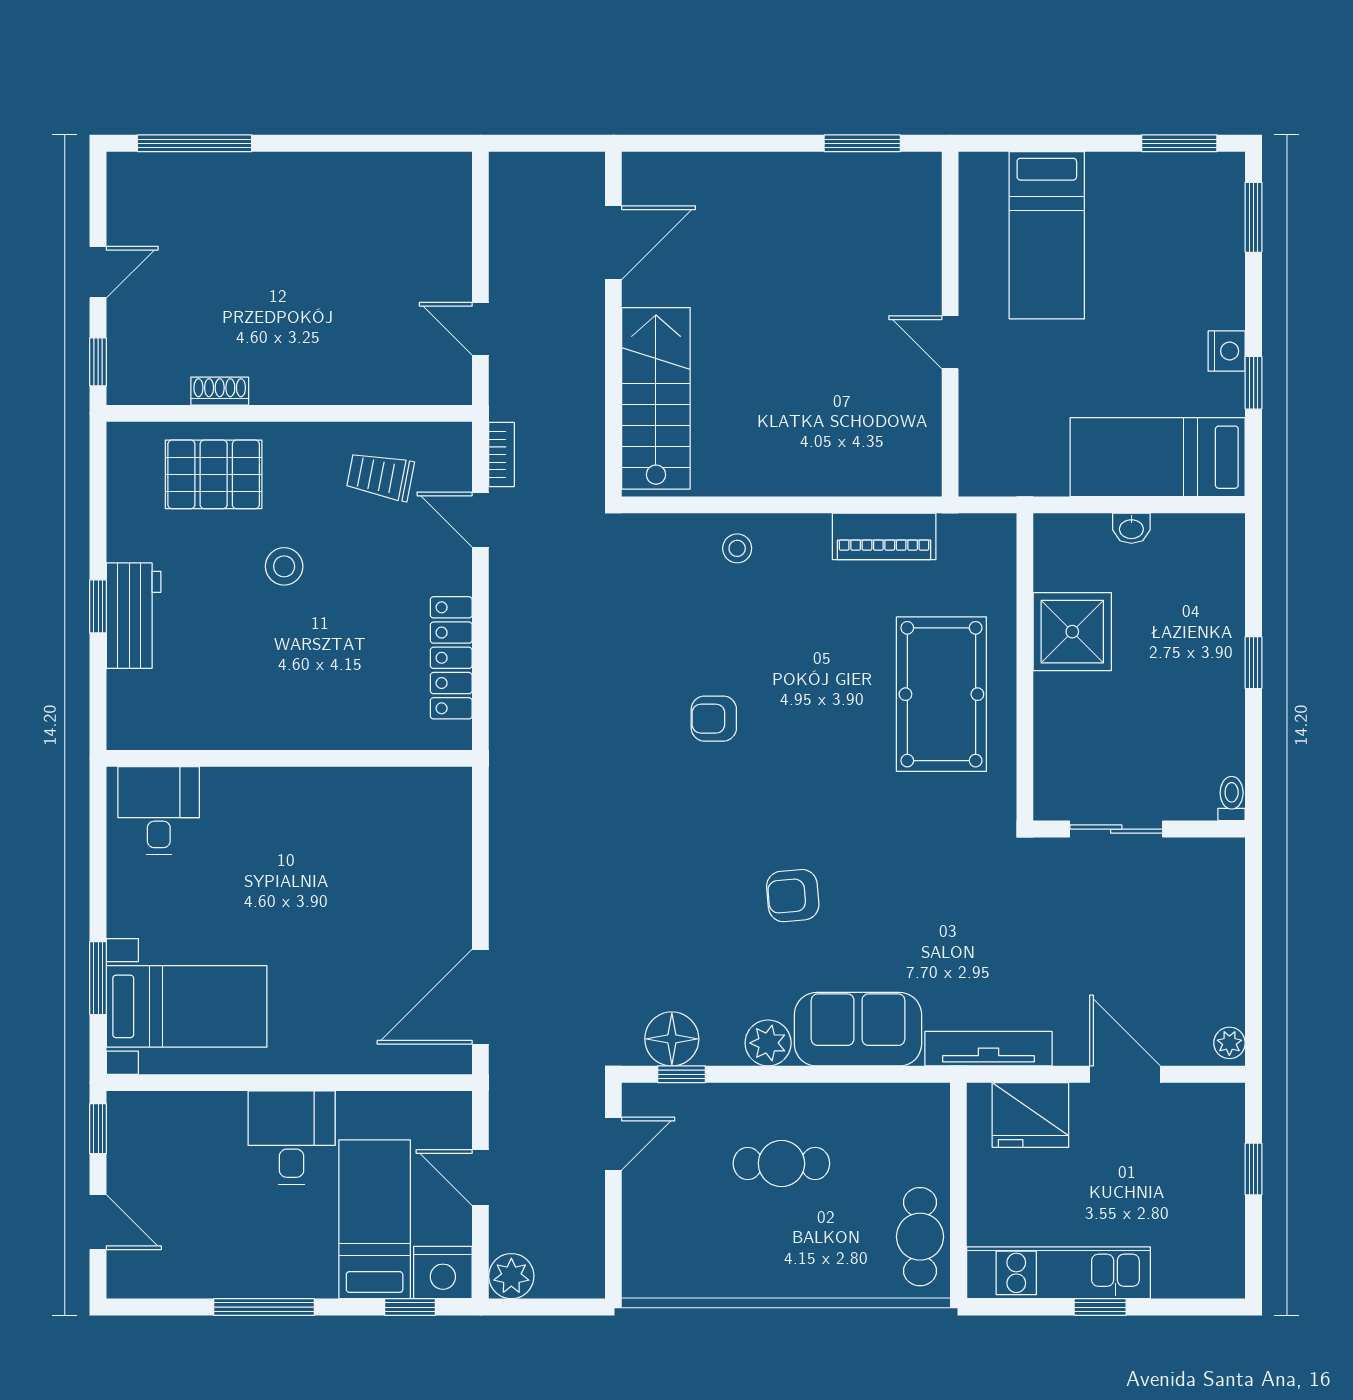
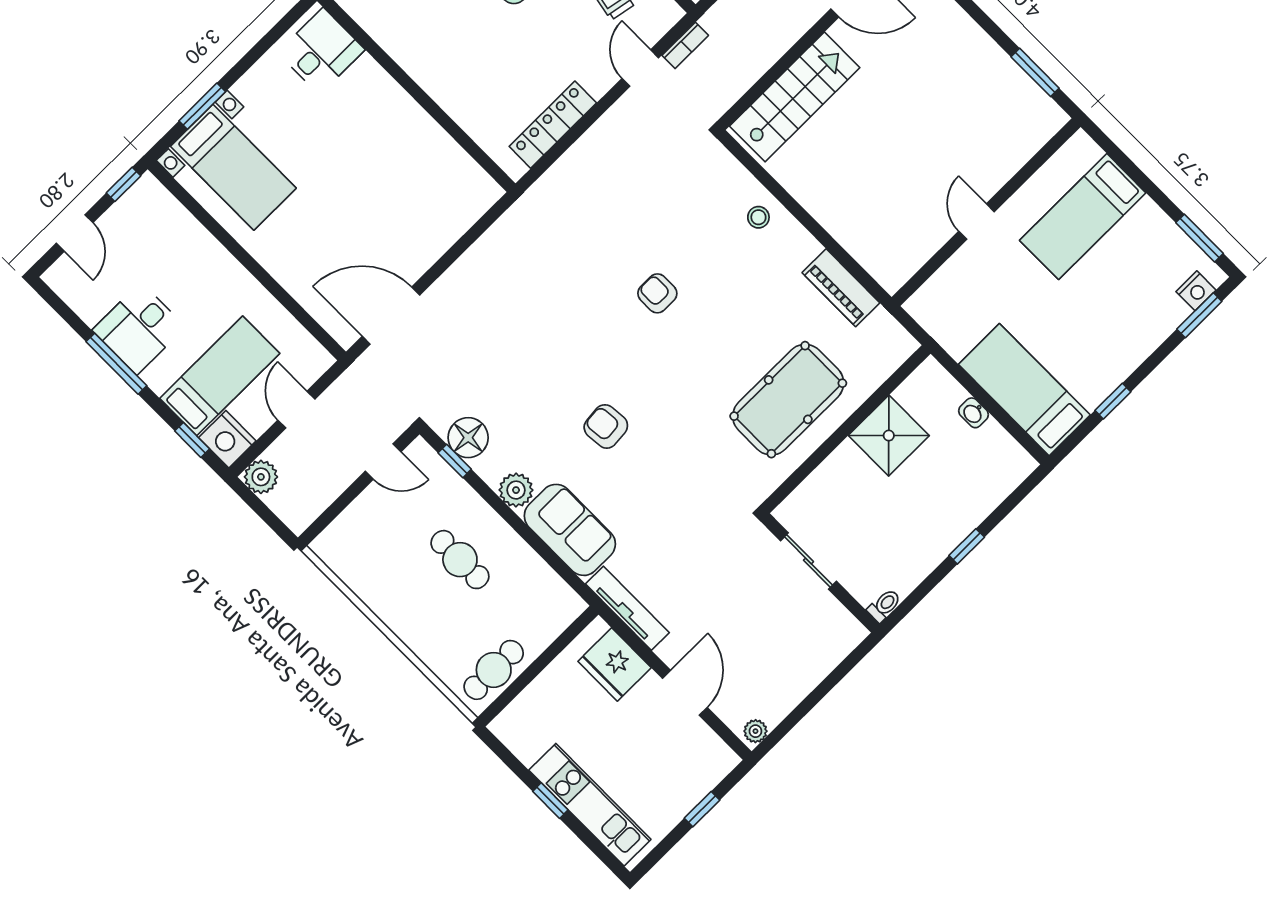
nightstand: (1227, 351) -> (1196, 291), moved
desk: (292, 1138) -> (139, 328), moved, turned 180
kitchen unit: (1059, 1273) -> (590, 805), moved

